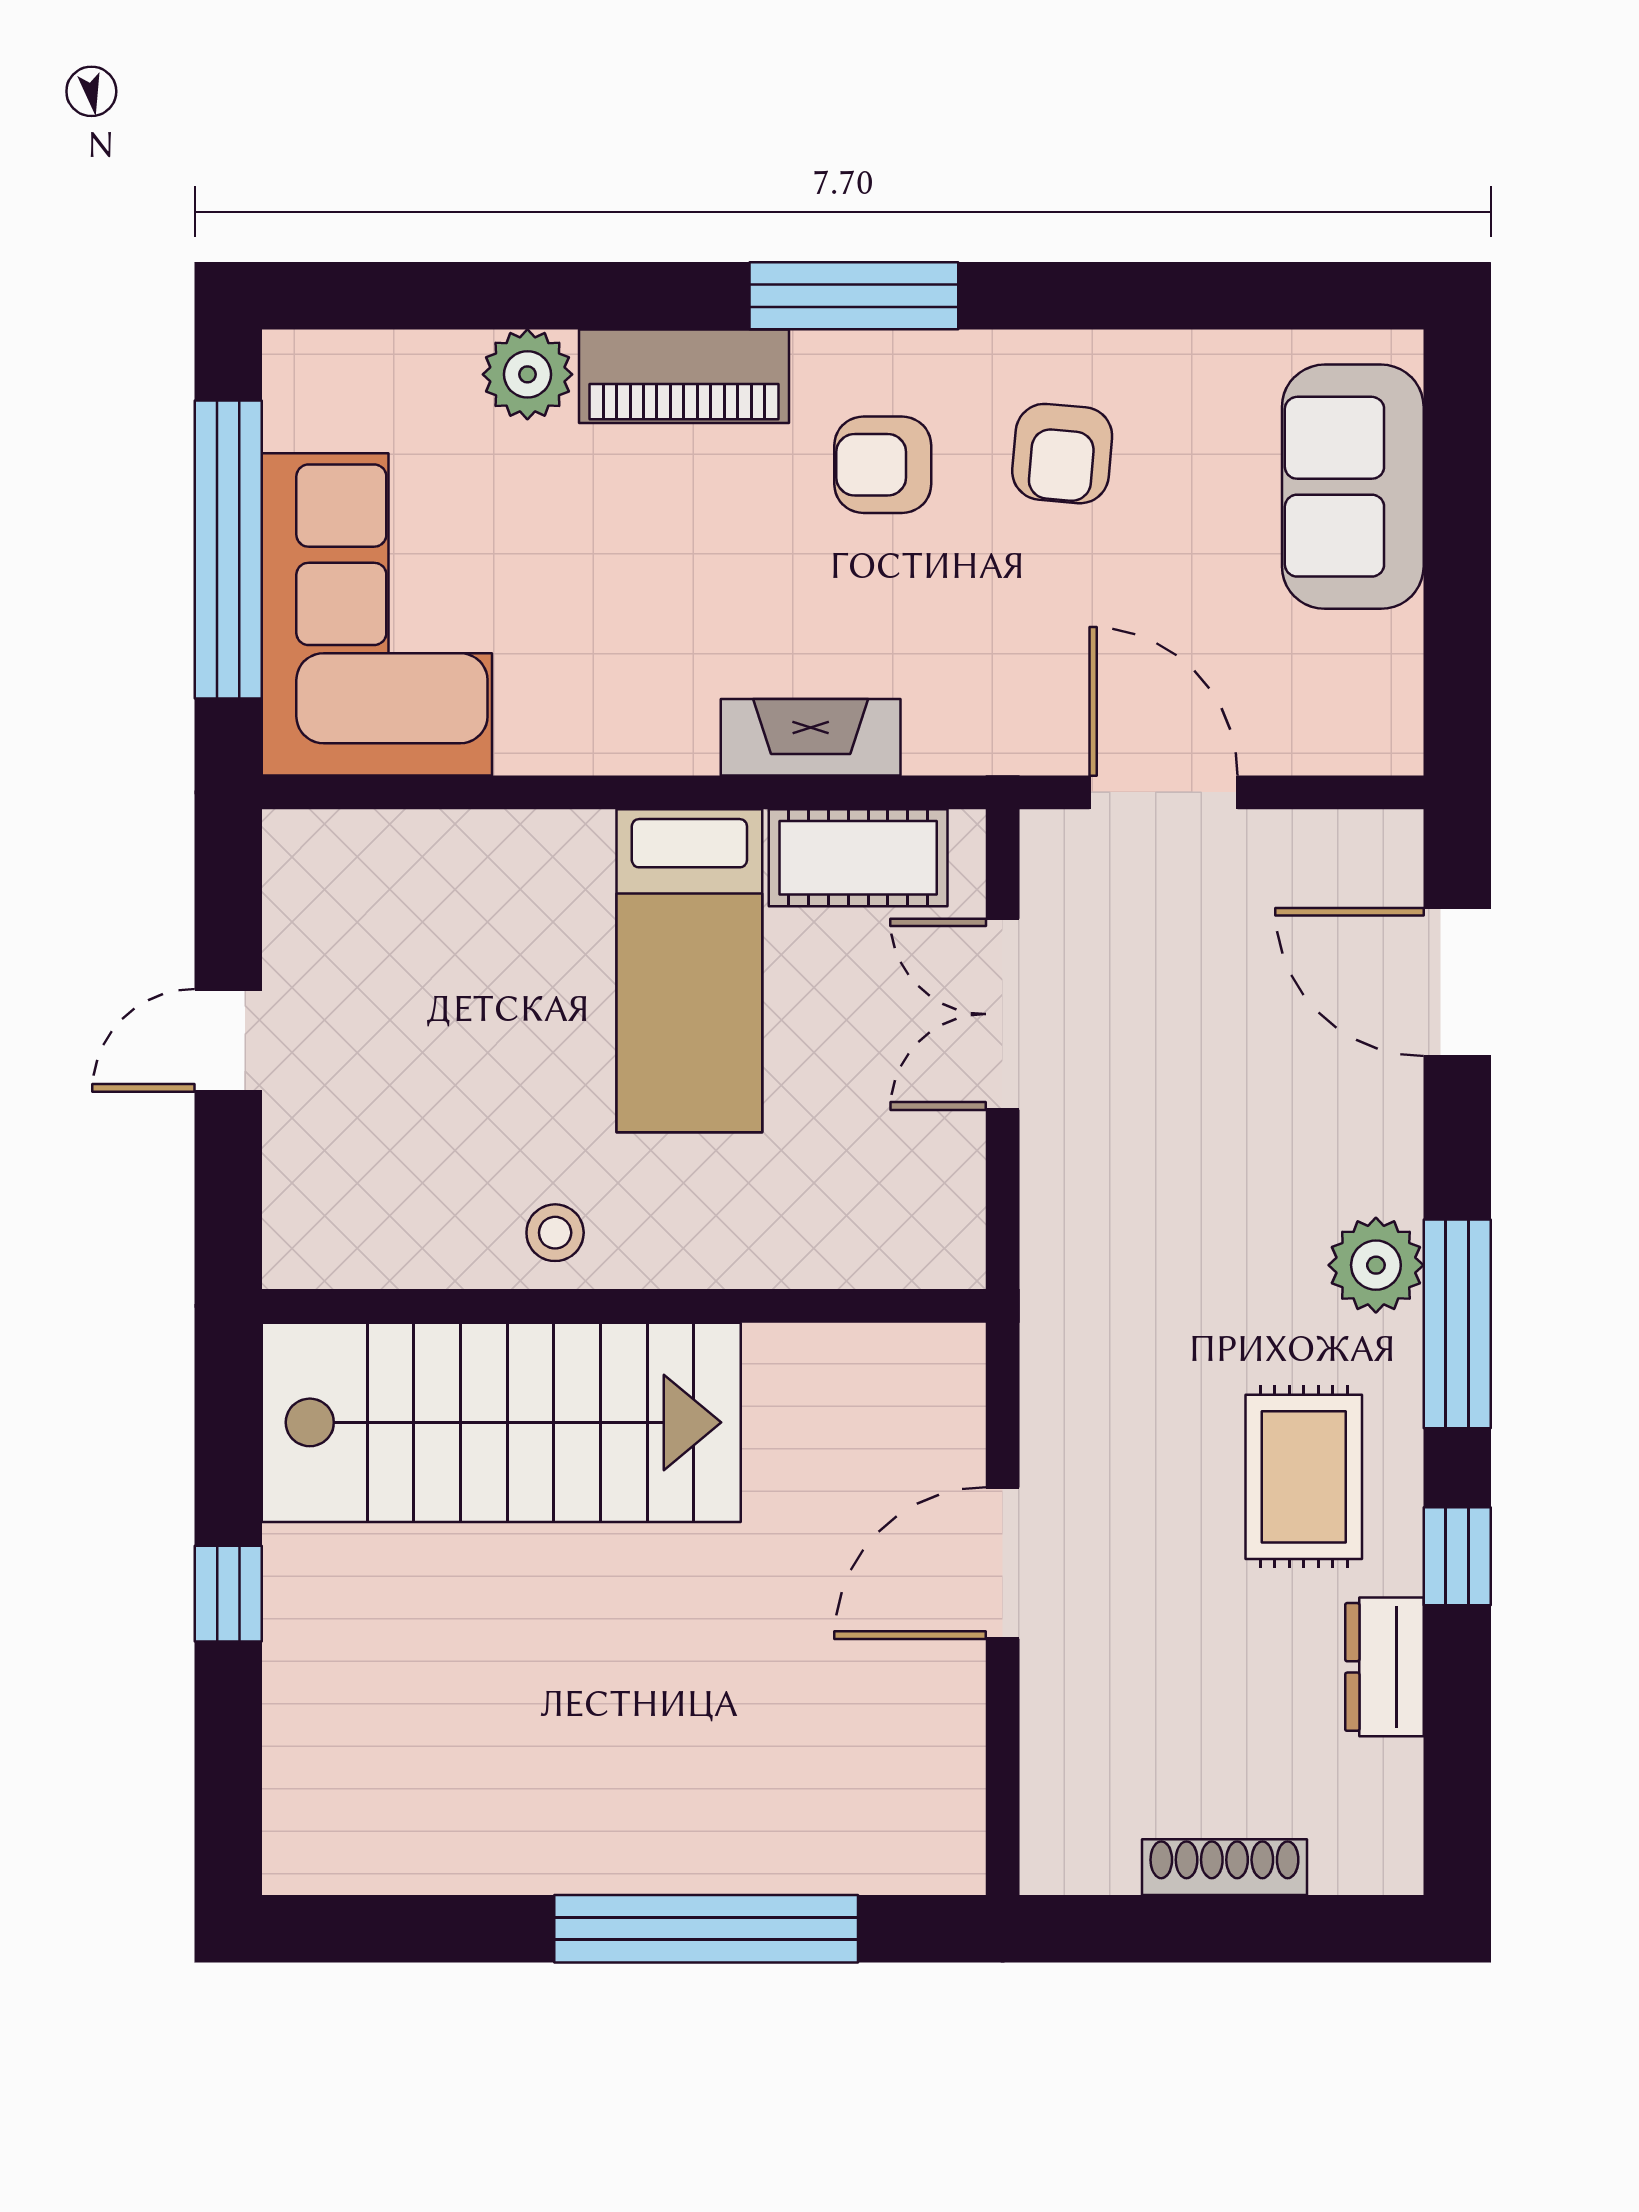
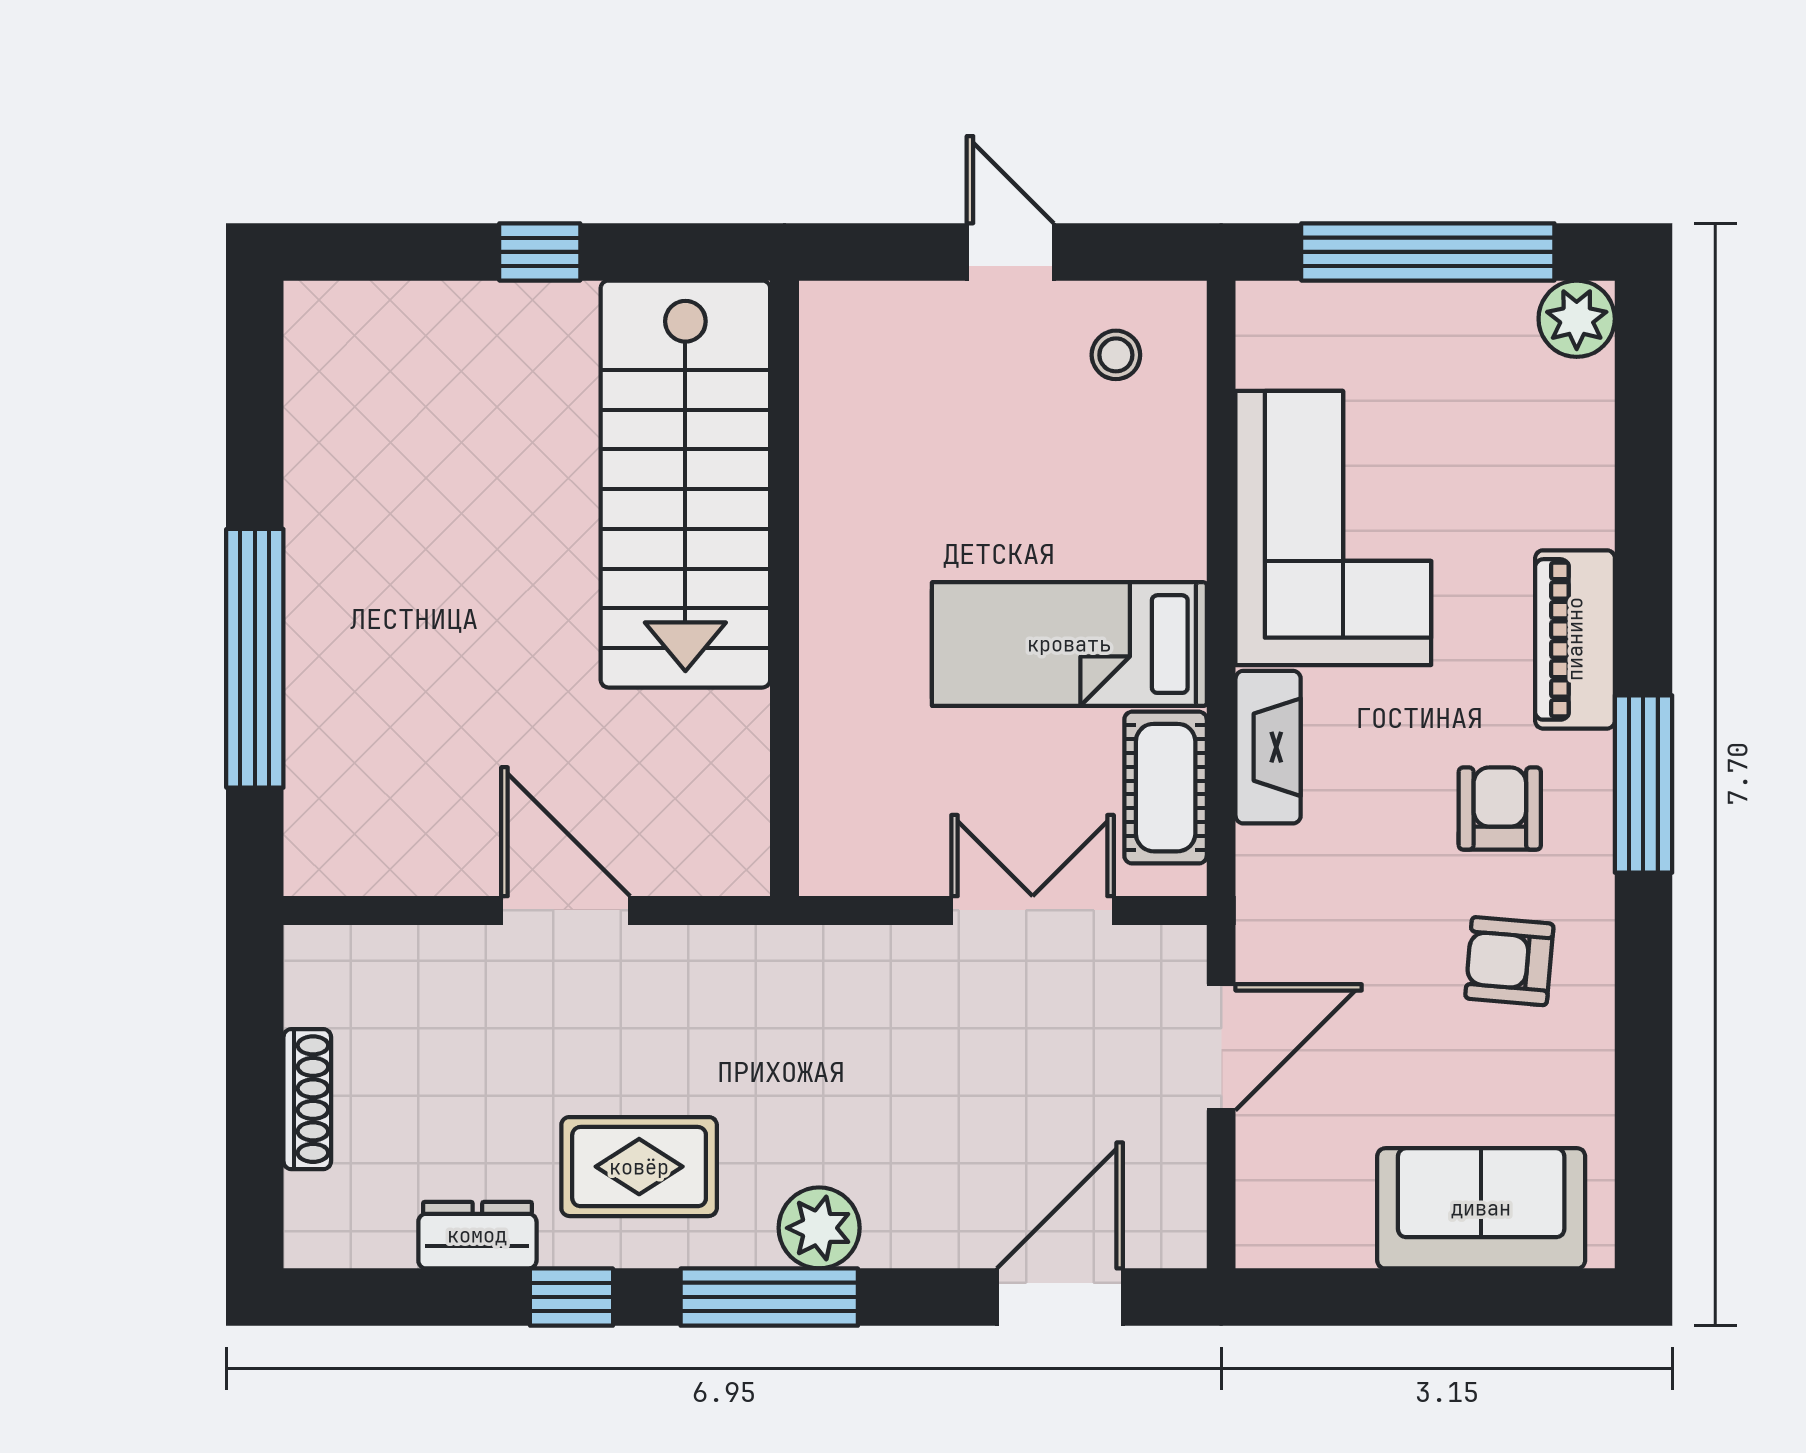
plant: (527, 374) -> (1577, 319), moved
corner sofa: (377, 614) -> (1333, 528), moved, turned -90
stool: (555, 1233) -> (1116, 355), moved

